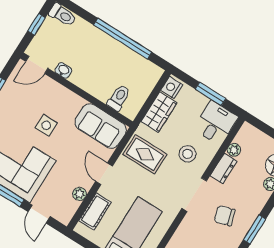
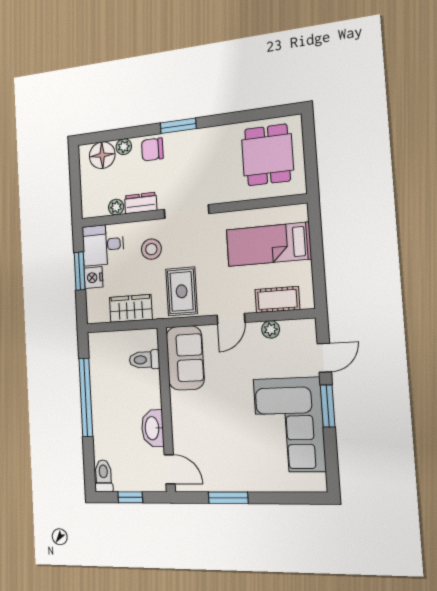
washbasin: (63, 70) -> (153, 428), width x1.91, depth x1.45
nightstand: (172, 87) -> (94, 278), moved, turned 90
side table: (46, 125) -> (224, 416), removed
chair: (225, 216) -> (152, 149), moved, turned 107

